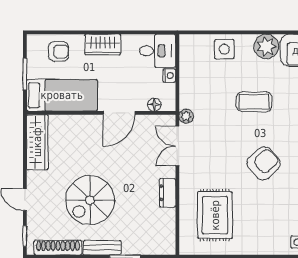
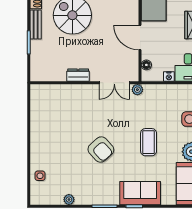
double door: (177, 146) -> (114, 83), swing flipped
rug: (215, 215) -> (61, 112), removed

